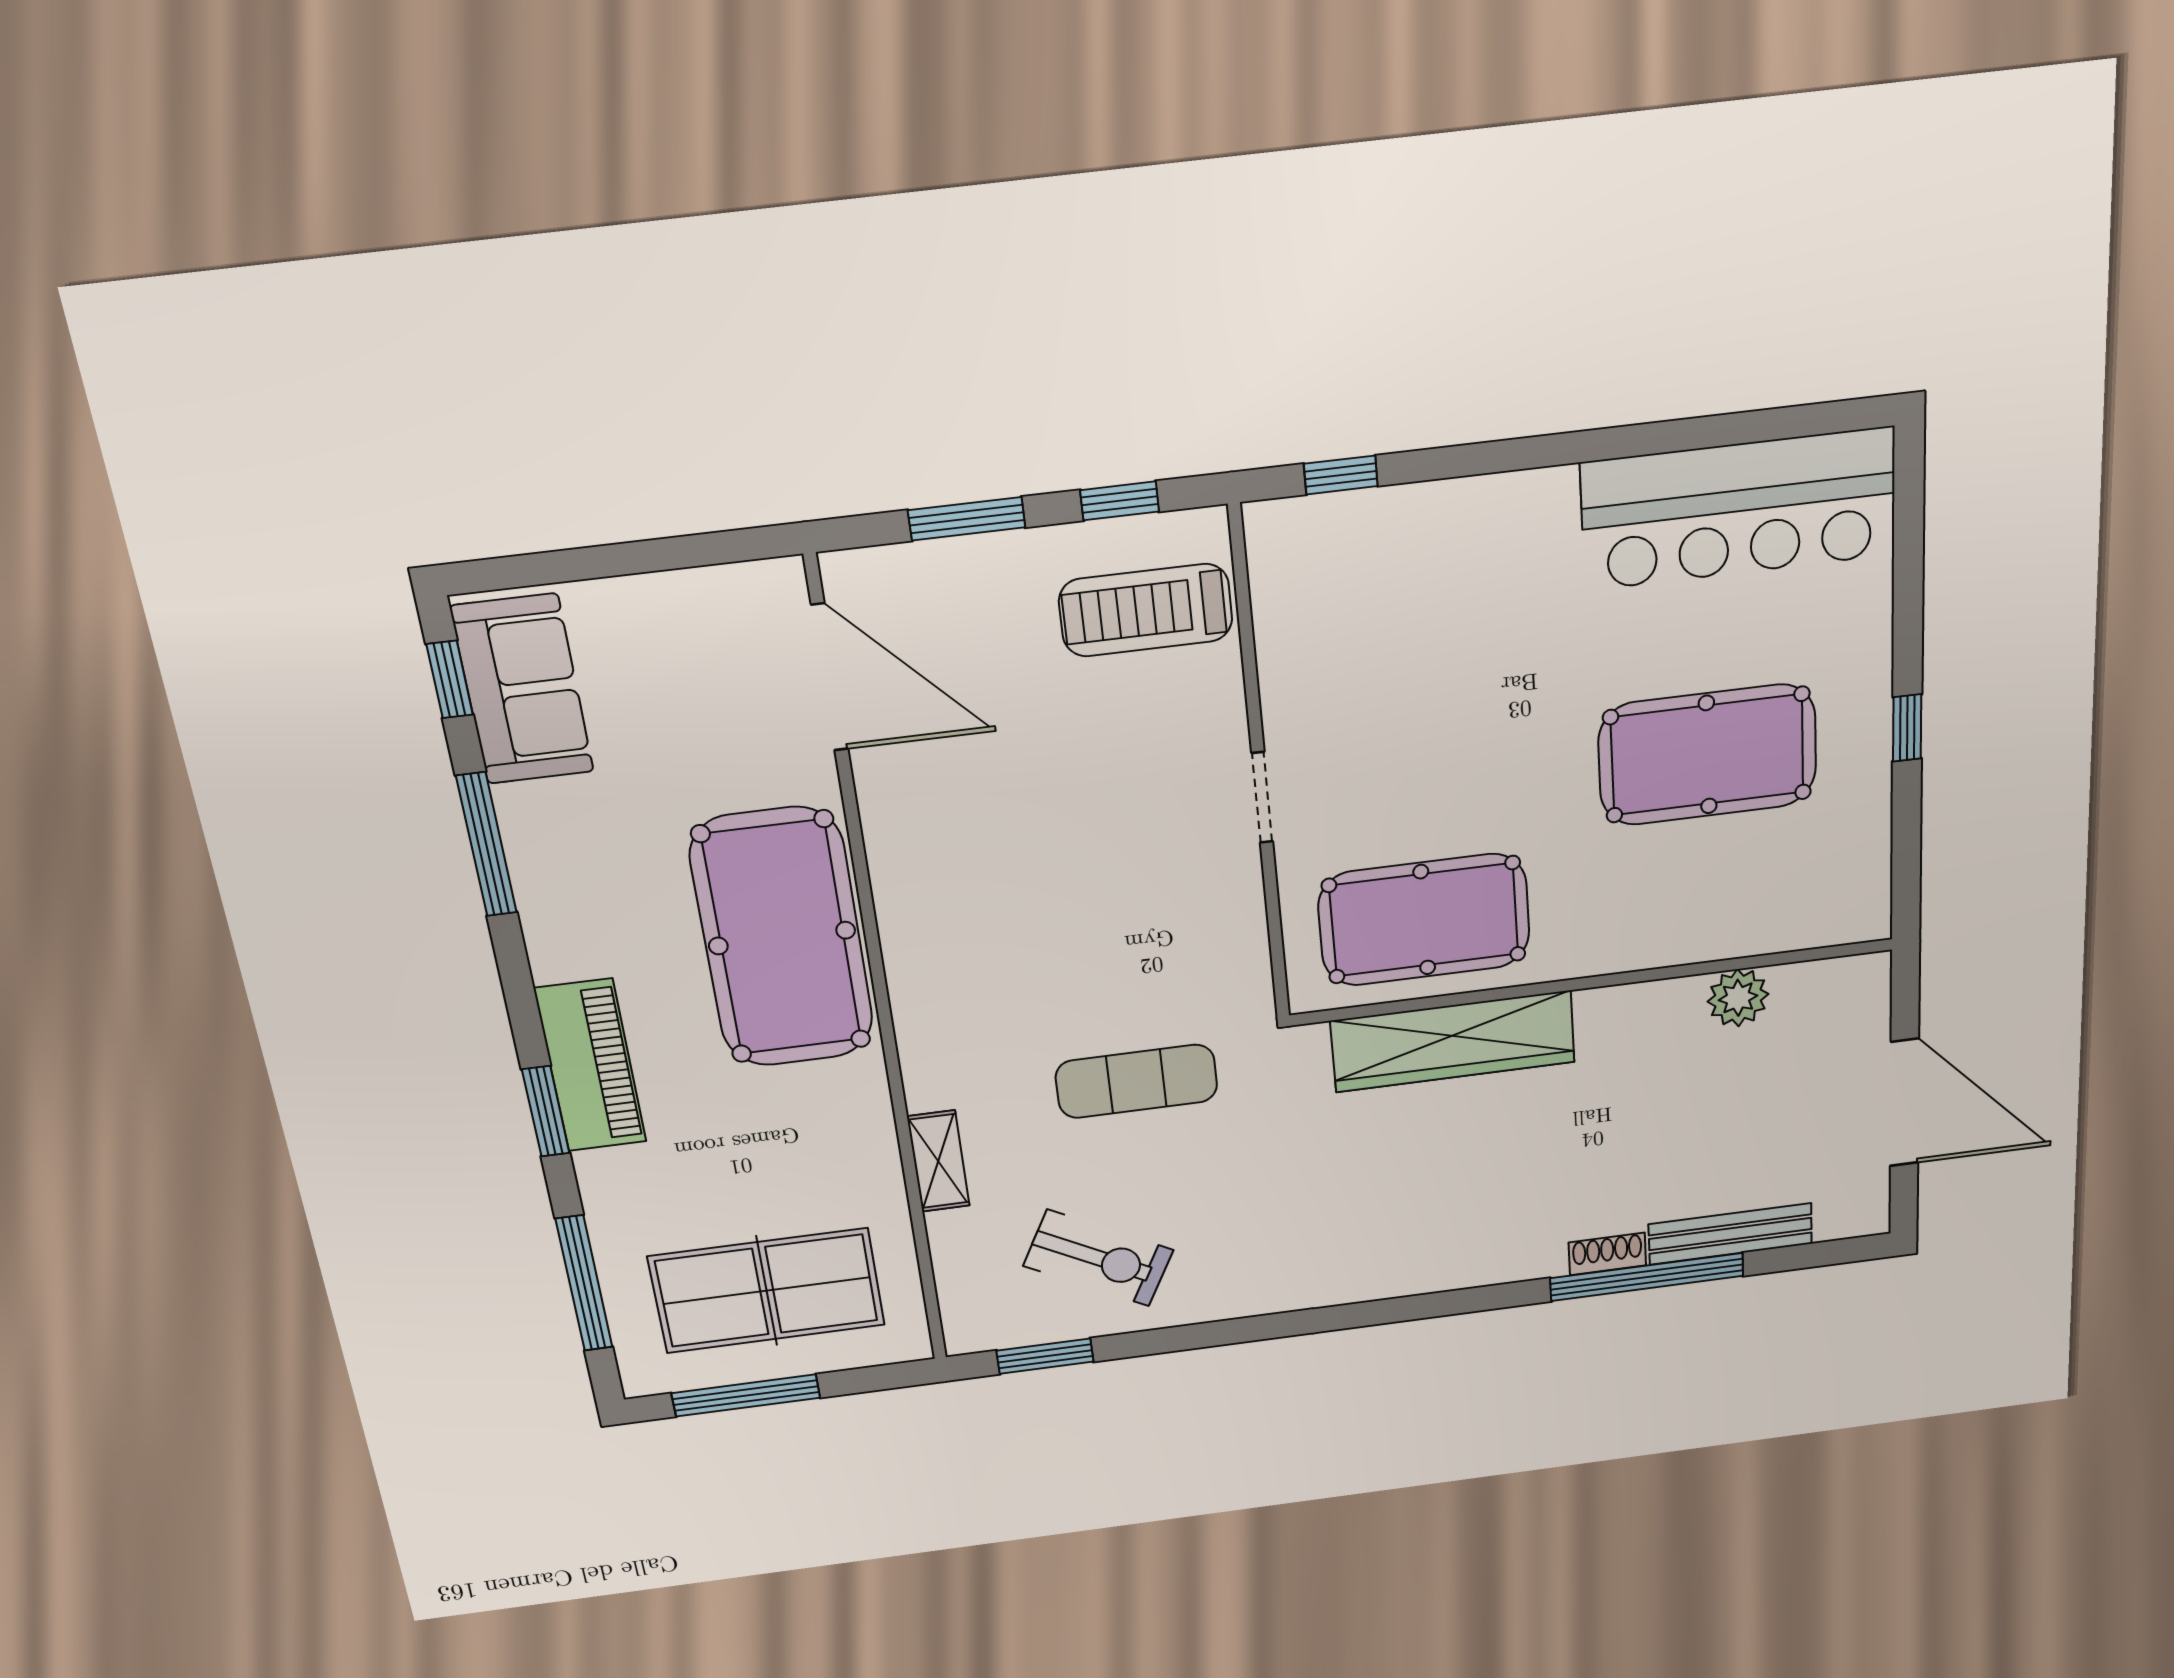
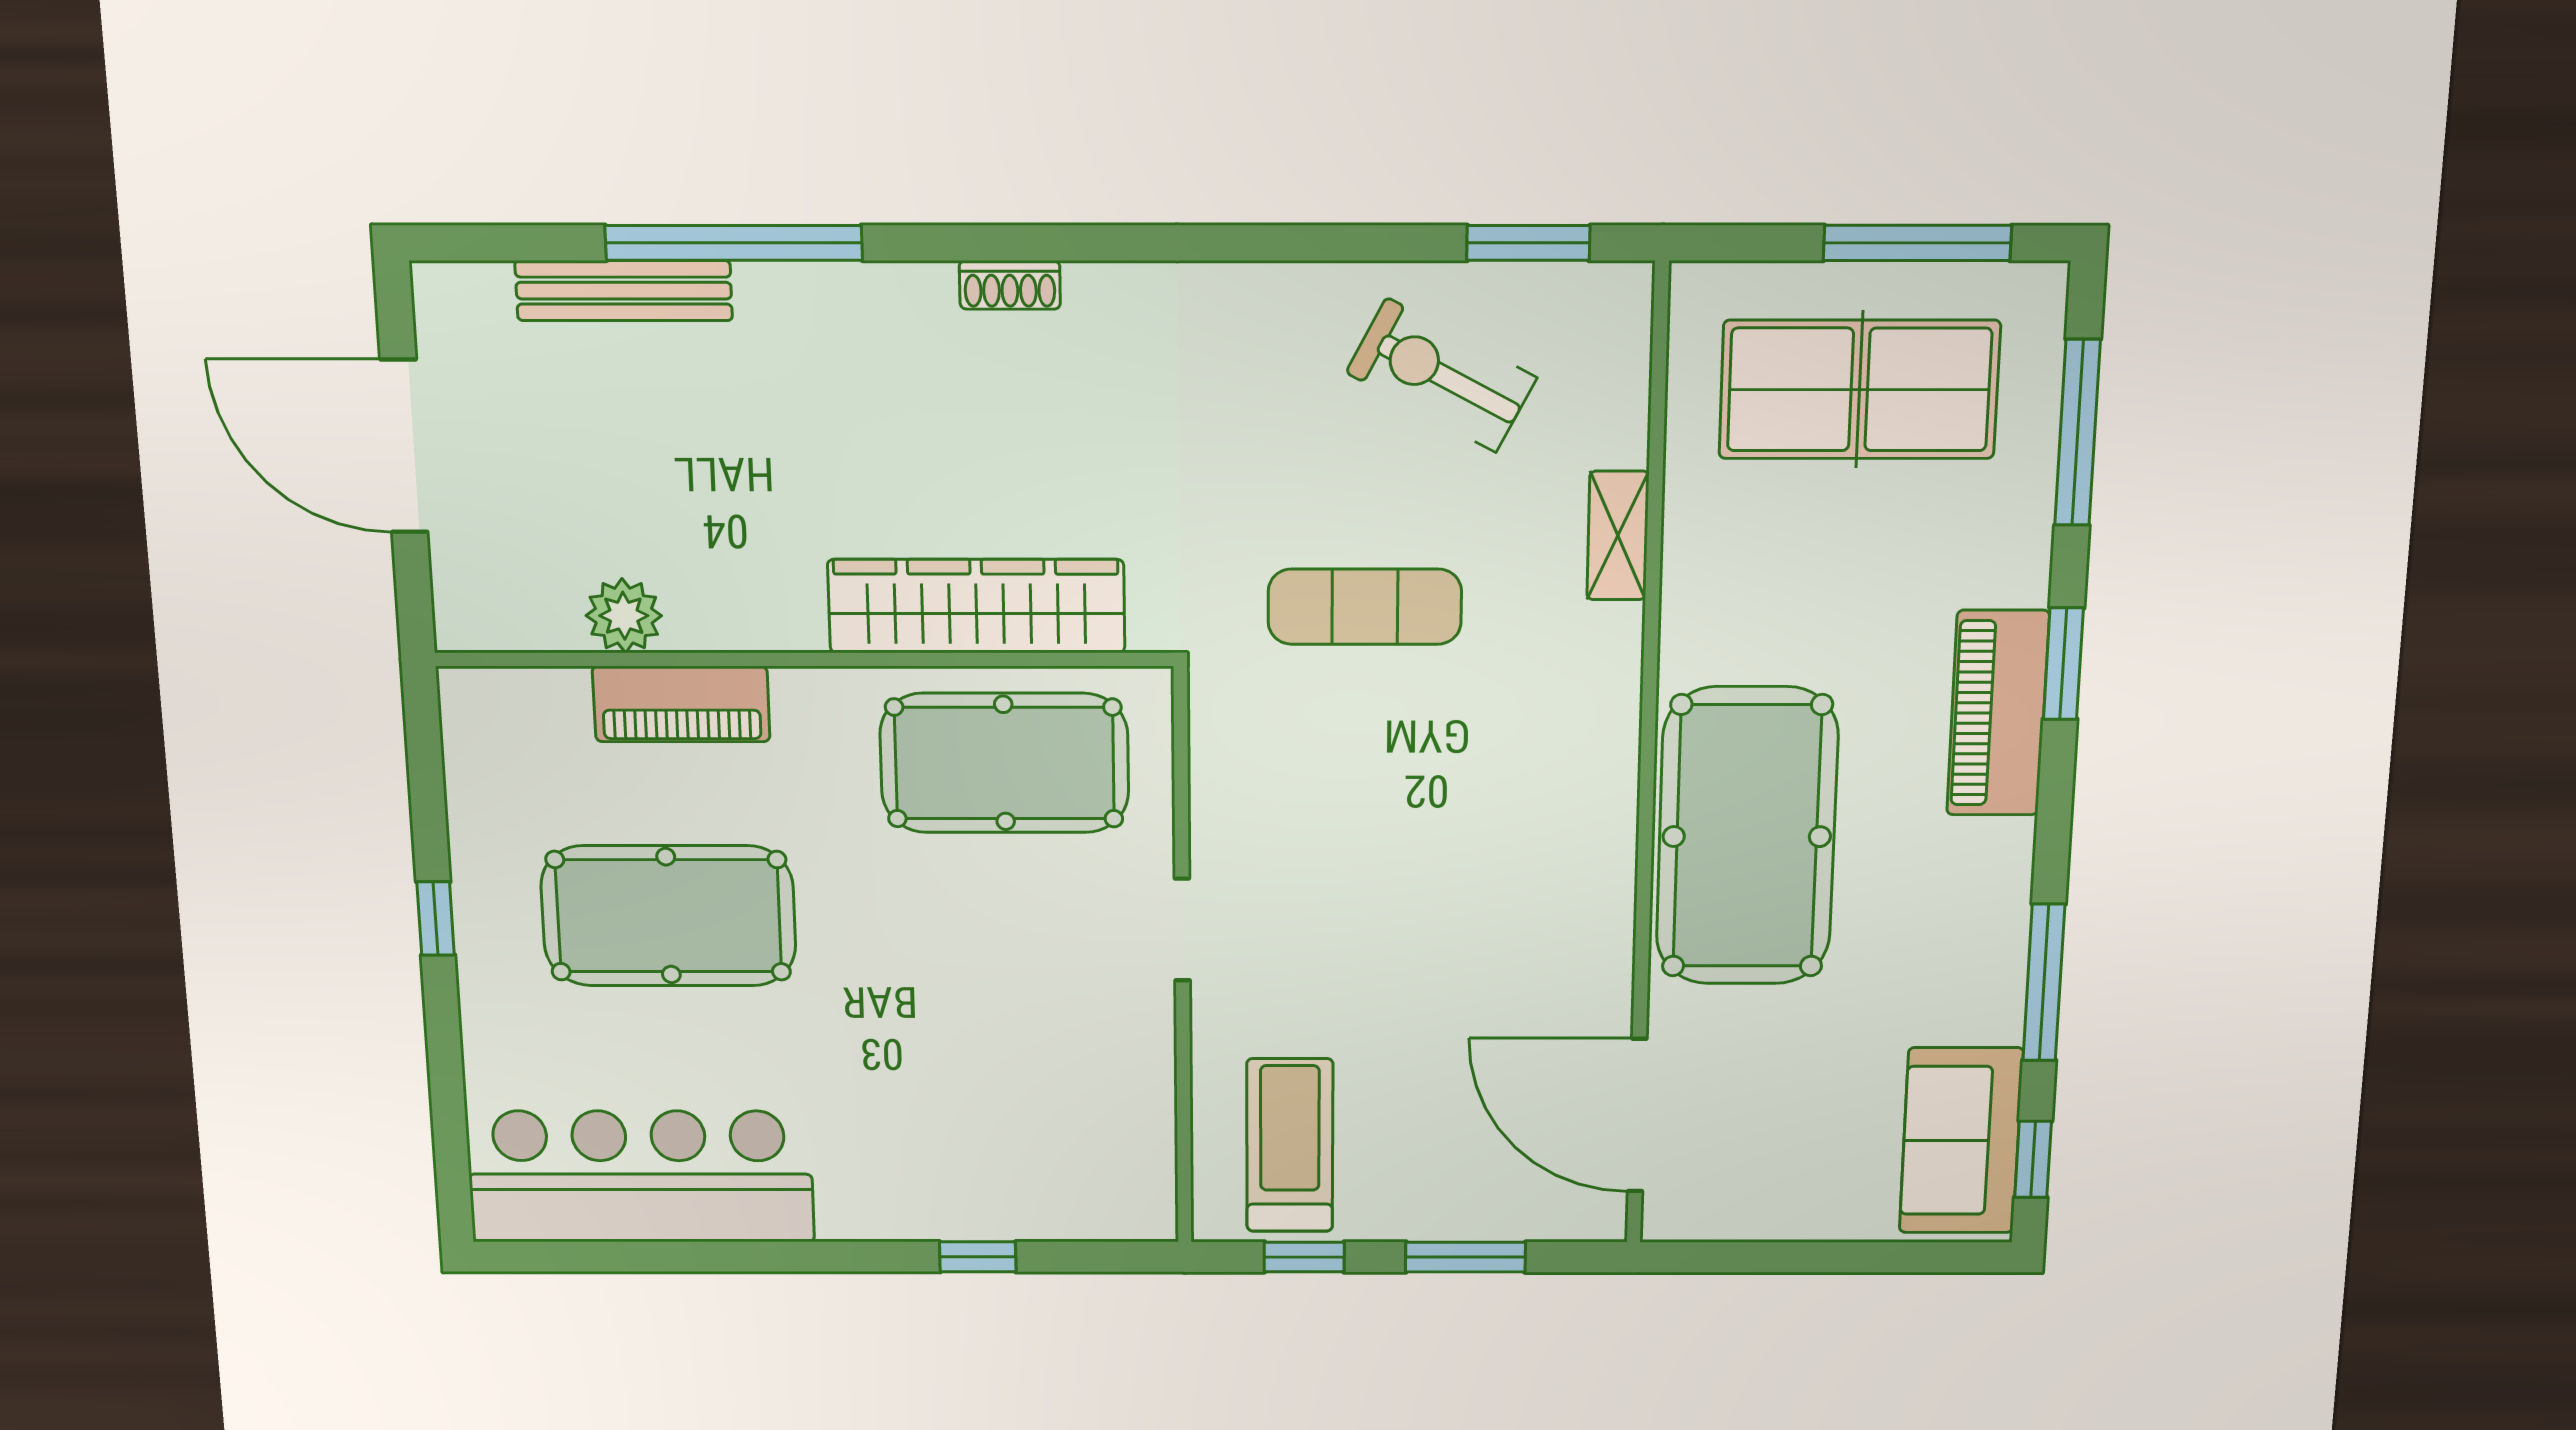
window: (1341, 475) -> (978, 1257), moved
treadmill: (1146, 610) -> (1290, 1145), turned -90
piano: (1693, 934) -> (681, 704), added
shoe rack: (1607, 1254) -> (1010, 285), moved

